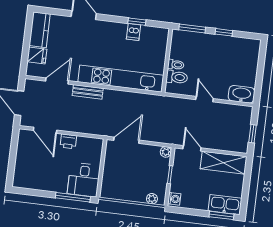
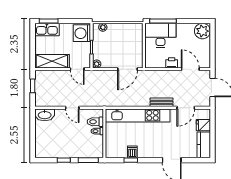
plant: (23, 178) -> (202, 31), added
desk: (84, 180) -> (160, 35), width x1.37
washing machine: (174, 199) -> (82, 33), width x1.89, depth x1.89

